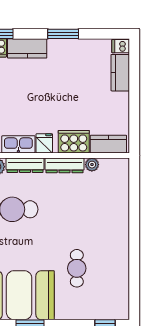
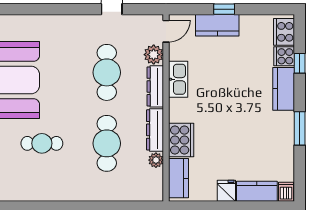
fridge: (44, 143) -> (226, 191), moved, turned -90
cafe table: (77, 209) -> (107, 143), added

